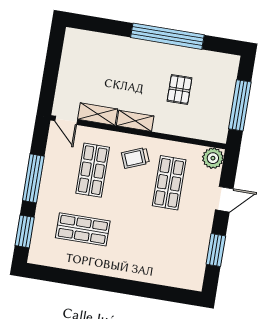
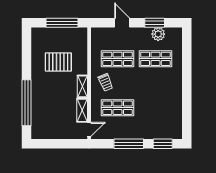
window: (167, 36) -> (26, 103), moved
pallet: (179, 89) -> (58, 62), width x1.50, depth x1.42
plant: (213, 158) -> (158, 34), moved
shop shelf: (83, 229) -> (155, 59), moved, turned 90

